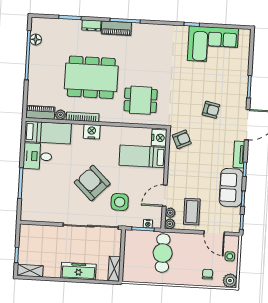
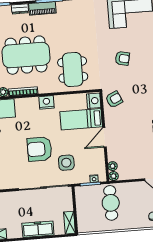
dining table: (141, 100) -> (73, 70), width x1.38
armchair: (211, 110) -> (122, 58), moved
nightstand: (92, 132) -> (46, 102), moved
armchair: (92, 183) -> (40, 149), turned -44
door: (165, 196) -> (104, 137), moved
coffee table: (192, 212) -> (132, 163), removed

